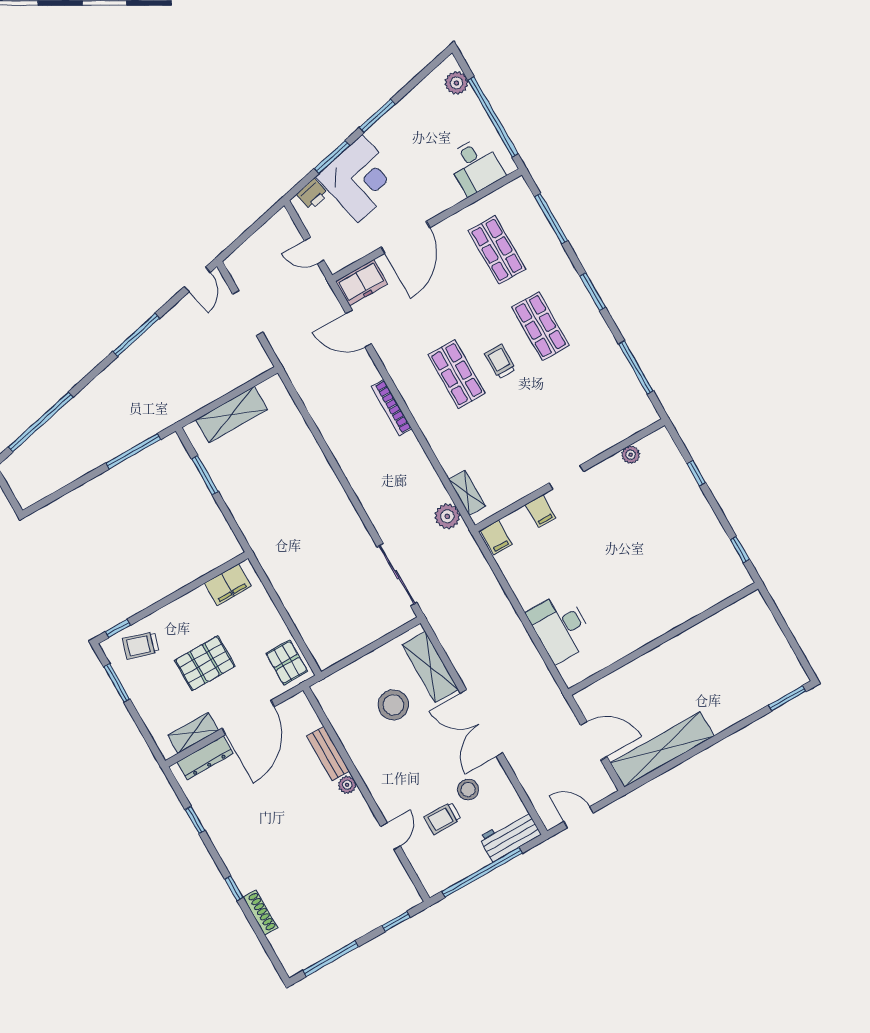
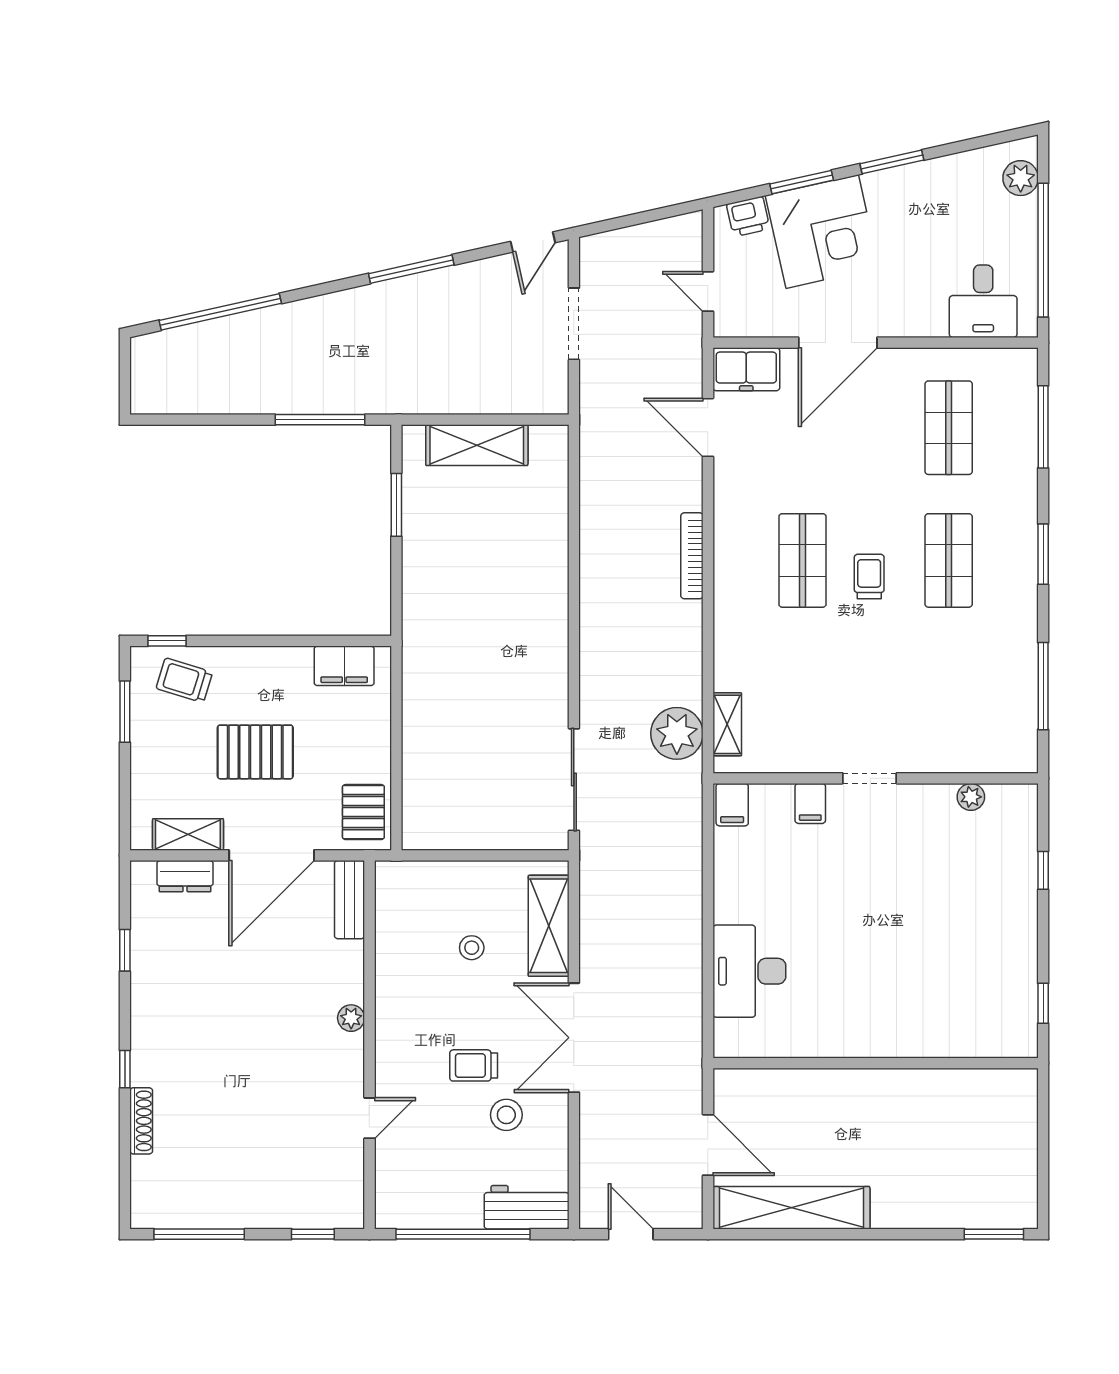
plant: (447, 516) -> (677, 733), width x1.36, depth x1.36
stool: (393, 705) -> (472, 948), width x0.53, depth x0.53
bench: (328, 754) -> (349, 900), moved
dresser: (205, 758) -> (185, 876), width x0.70
trolley: (442, 818) -> (474, 1065), moved

